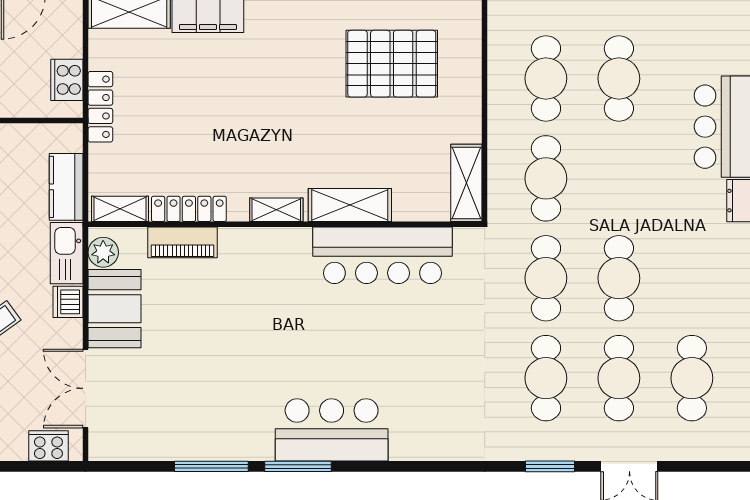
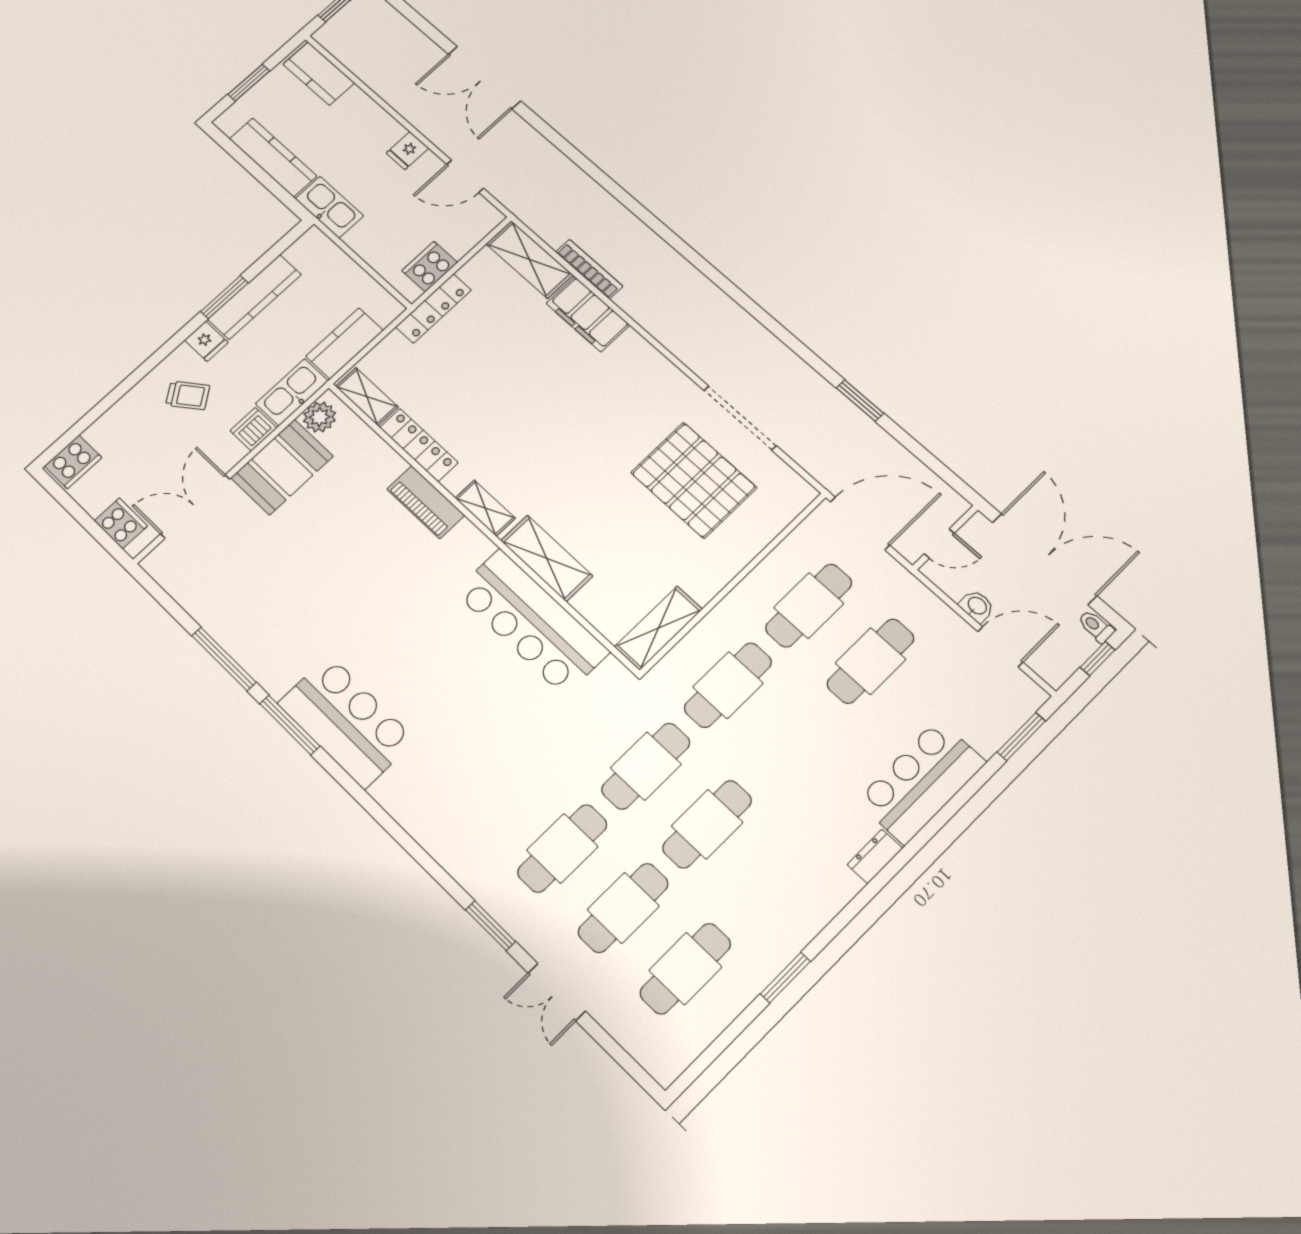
piano: (182, 242) -> (426, 502), moved

